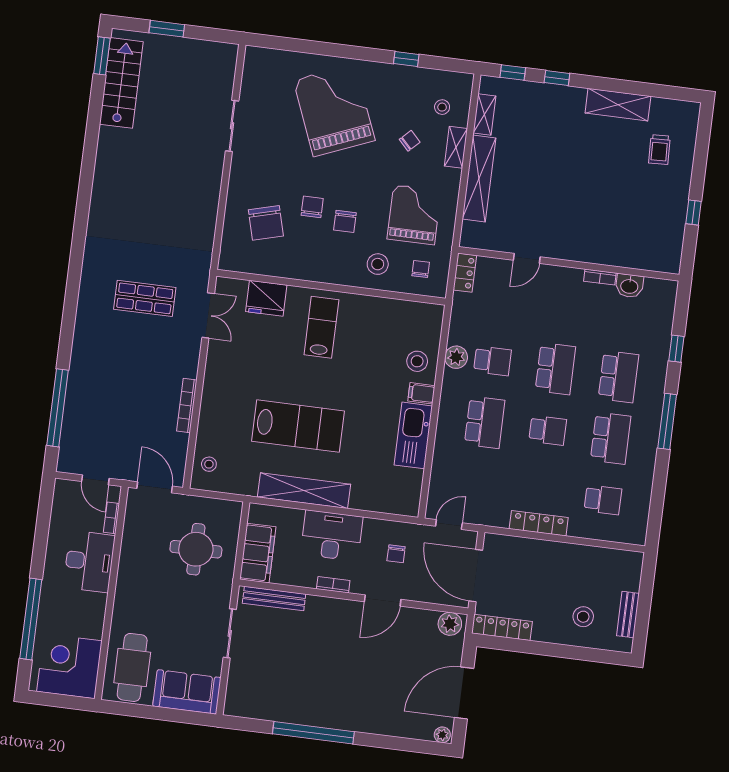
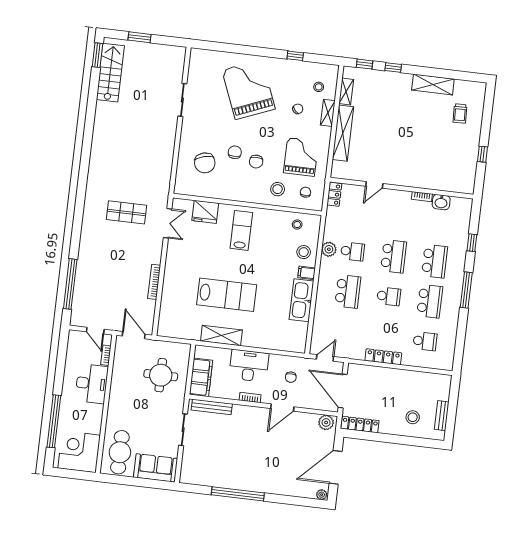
stool: (209, 464) -> (297, 225), moved
shelving: (304, 491) -> (221, 335), width x0.68

